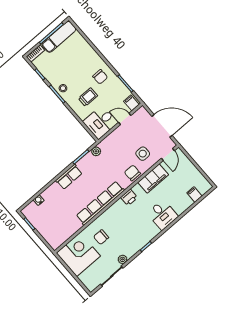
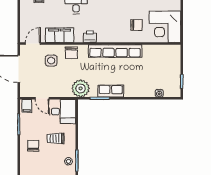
plant: (96, 151) -> (81, 88), width x1.87, depth x1.87
row of seats: (69, 177) -> (111, 91), moved

